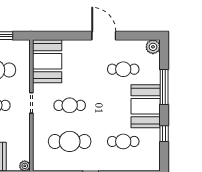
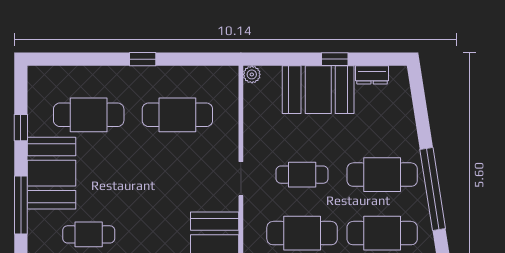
cafe table: (70, 105) -> (177, 175), removed
cafe table: (123, 141) -> (89, 115), width x1.37, depth x1.35

